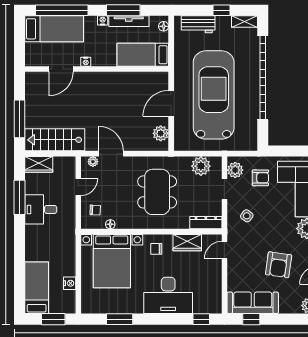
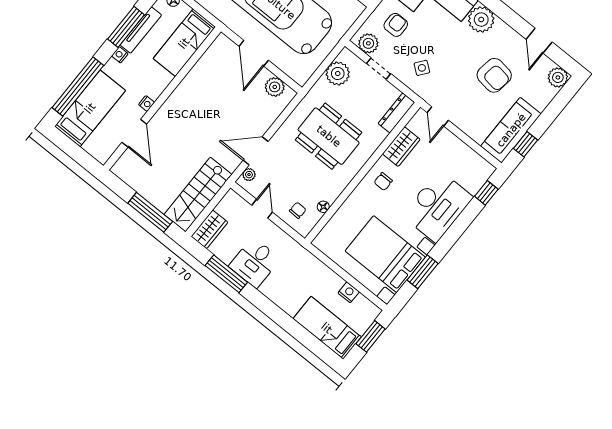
bed with nightstands: (112, 261) -> (385, 254), moved, turned 180

